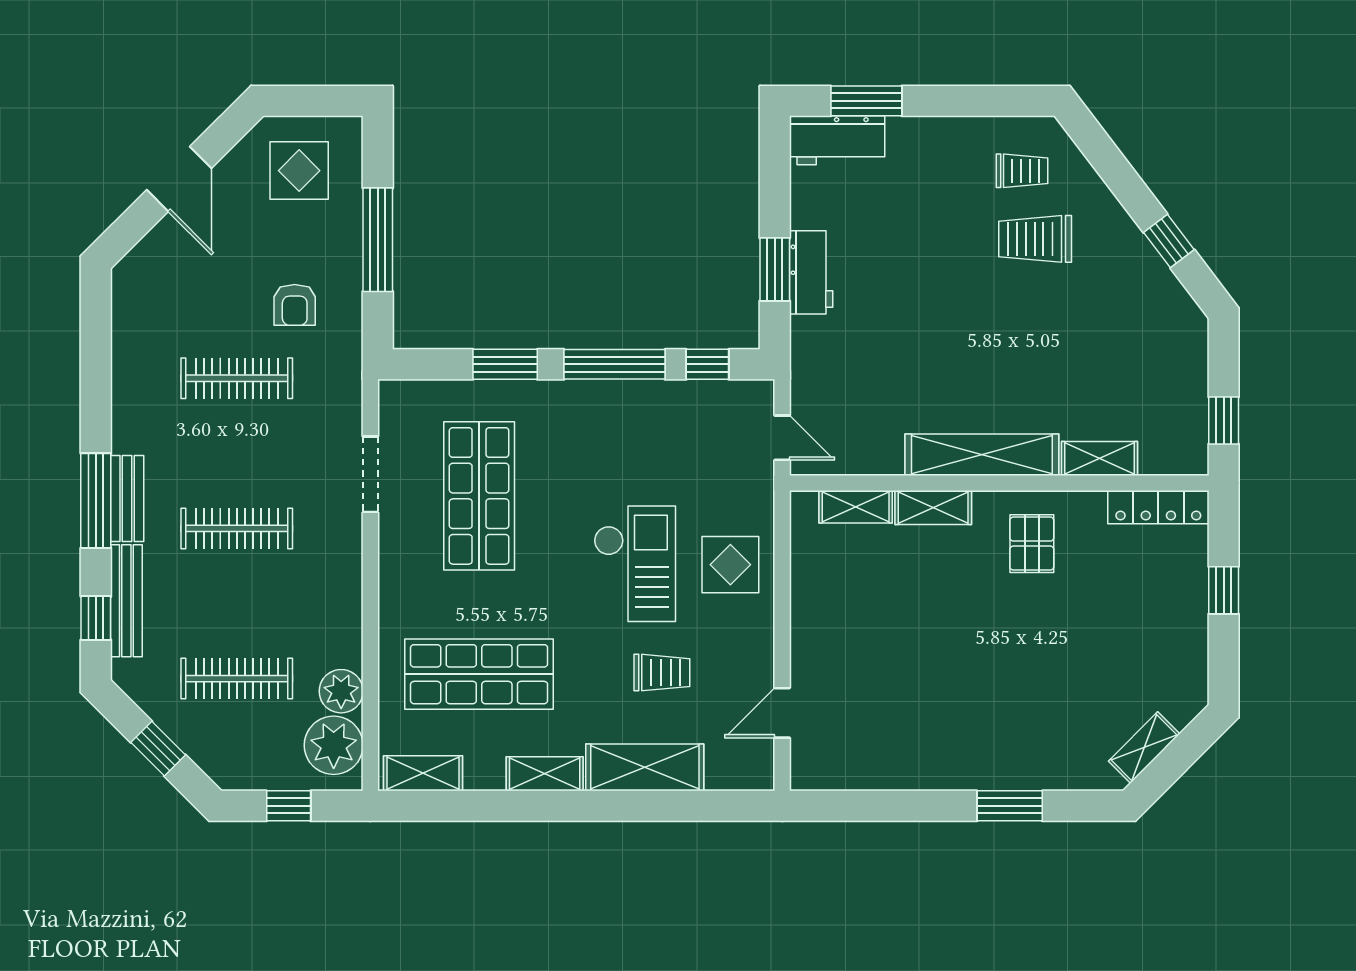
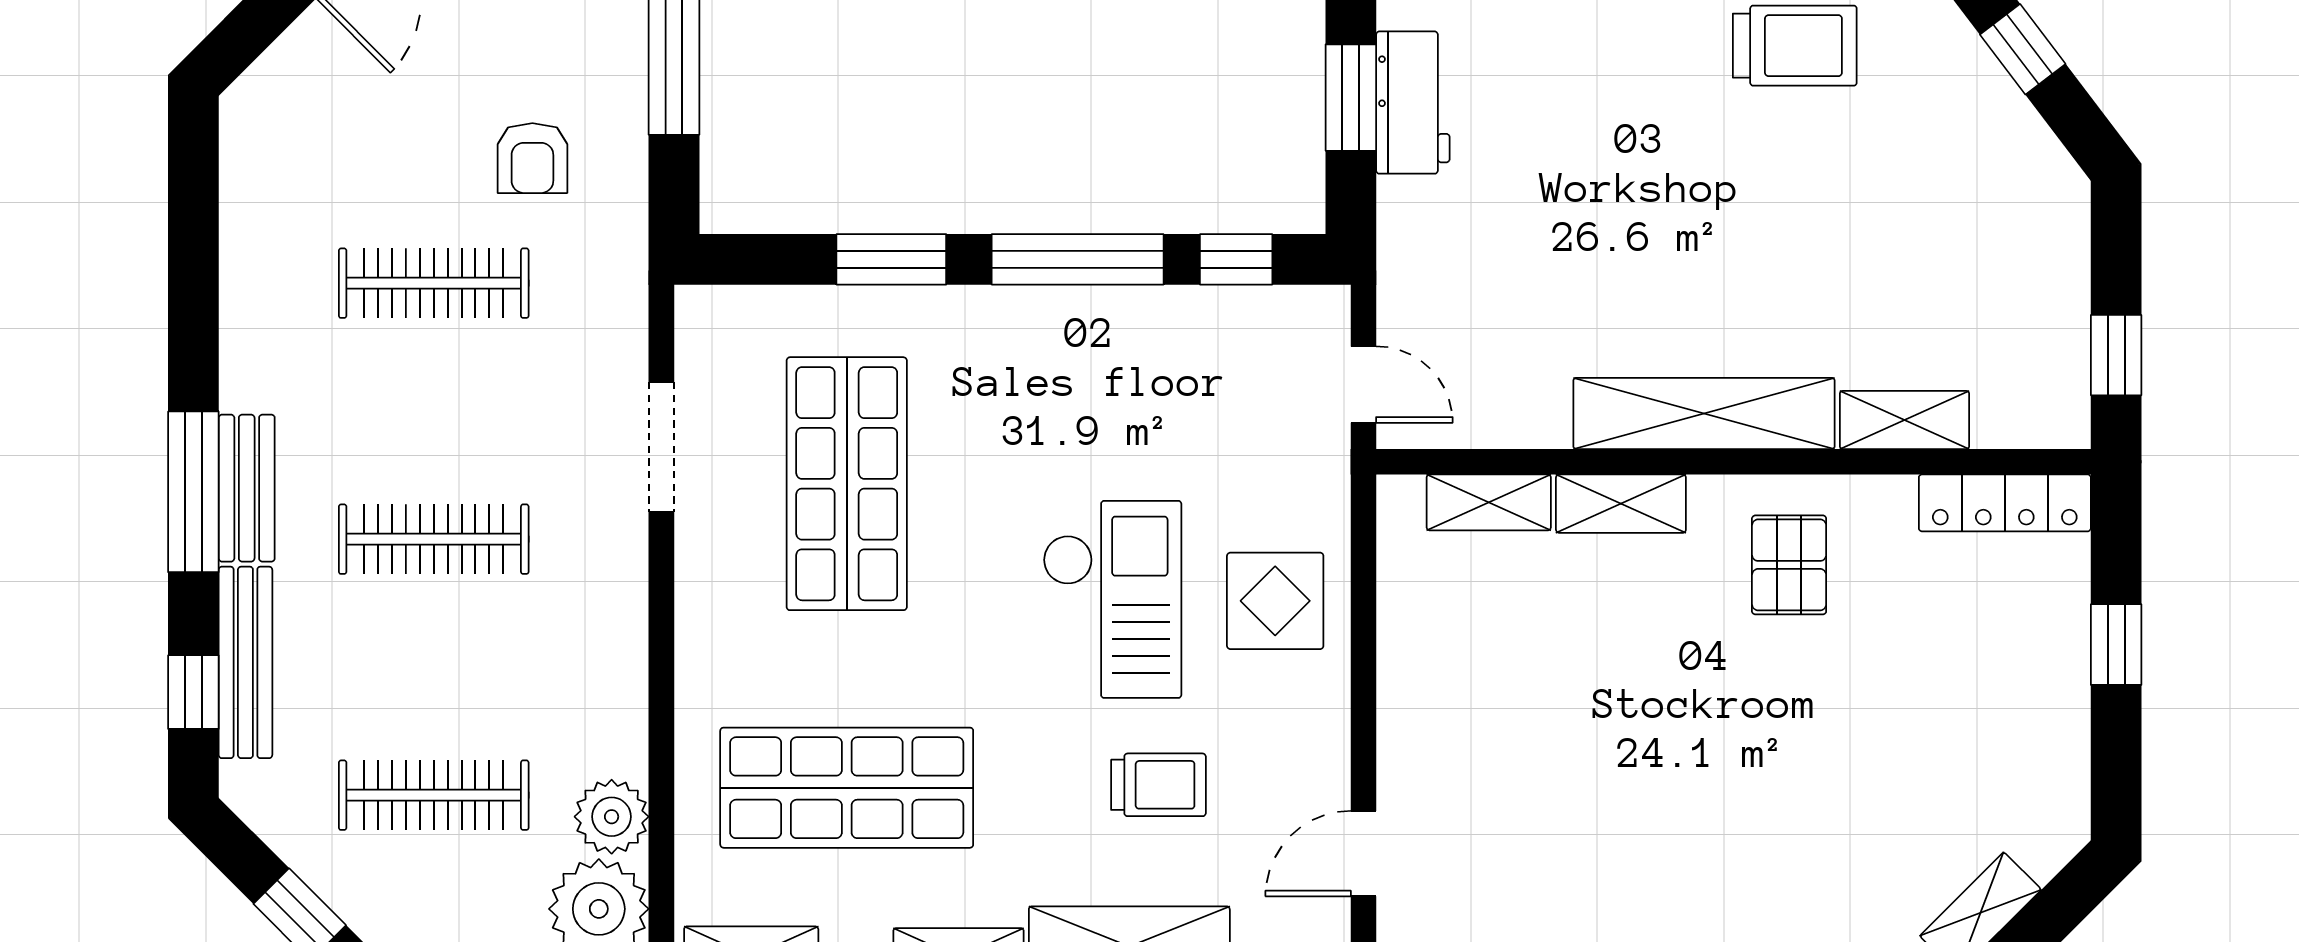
trolley: (1035, 239) -> (1795, 46), turned 180

